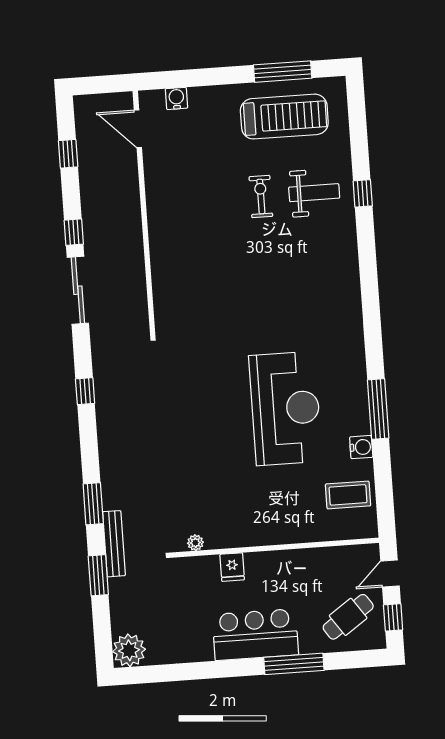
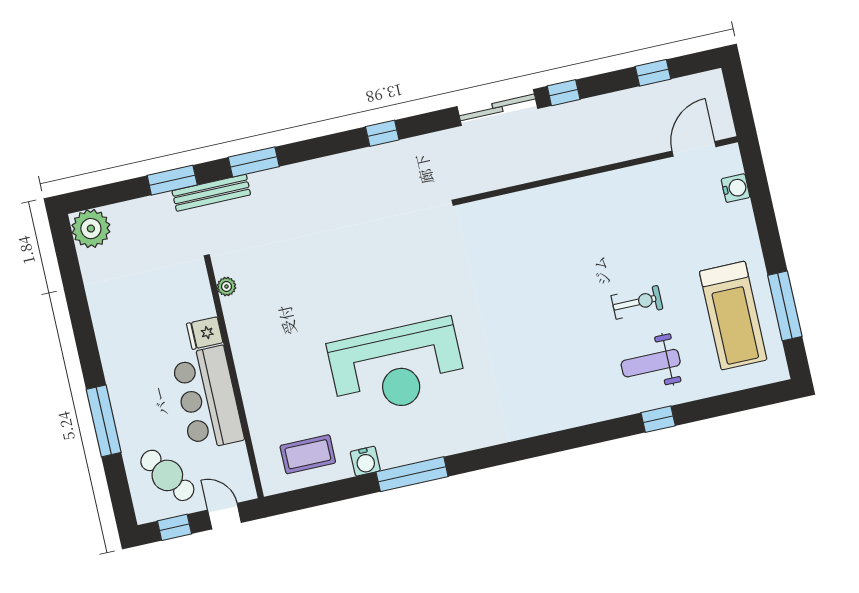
weight bench: (314, 193) -> (651, 363), turned 90
coffee table: (348, 495) -> (308, 454), turned 90
bar counter: (255, 635) -> (208, 398), moved, turned 180

